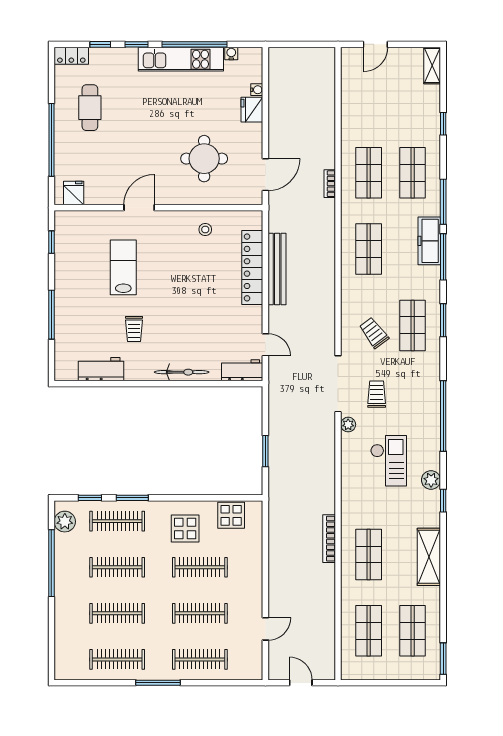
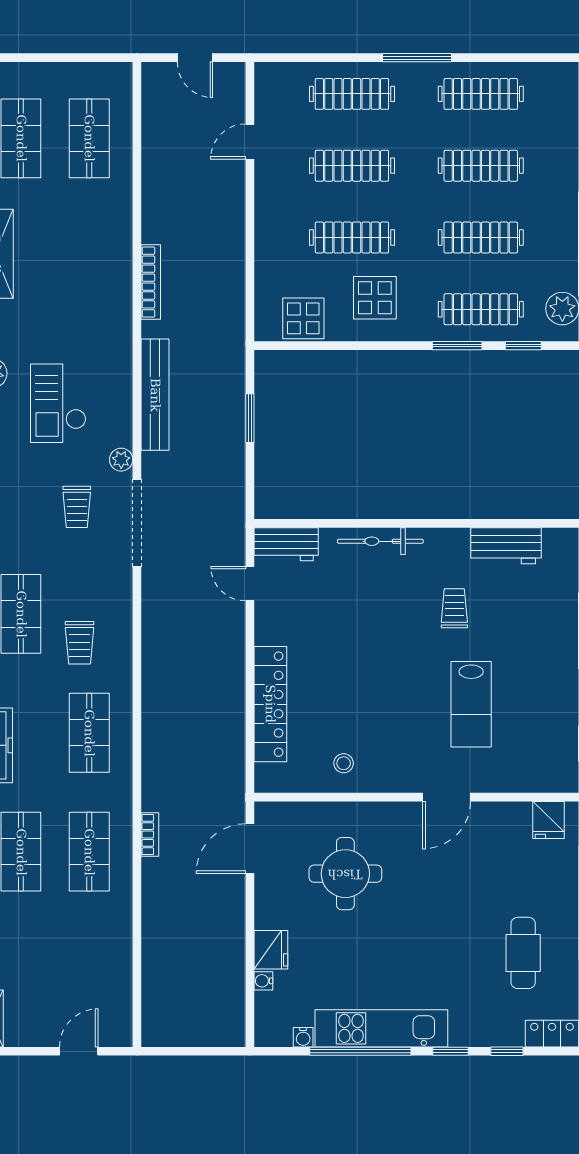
bench: (277, 269) -> (155, 395), moved
trolley: (374, 333) -> (80, 643), moved, turned 37
shop shelf: (369, 555) -> (89, 257), removed

